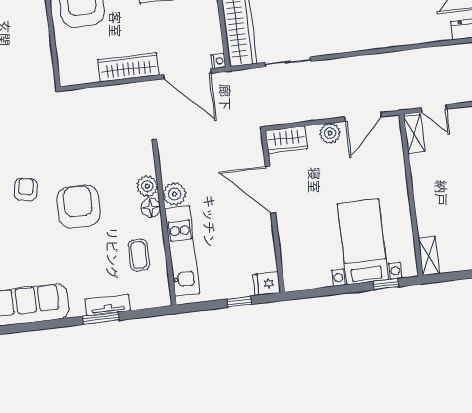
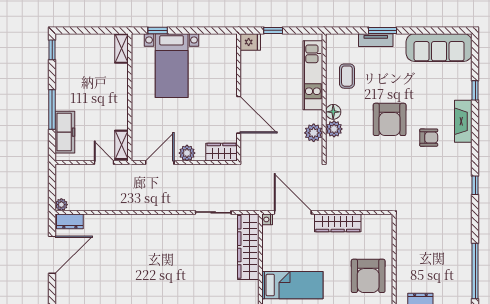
armchair: (26, 189) -> (429, 138), turned -101
plant: (175, 194) -> (314, 133), moved

